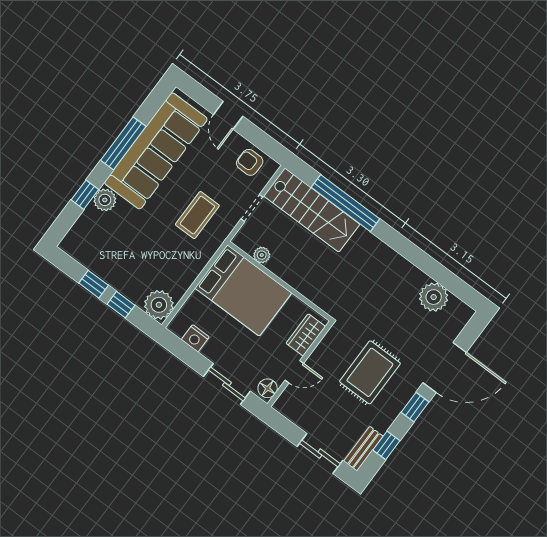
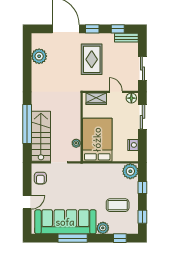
window: (85, 195) -> (120, 238), moved
coffee table: (197, 215) -> (118, 205), moved
window: (94, 284) -> (142, 217), moved
rug: (370, 372) -> (92, 59), turned 90
sliding door: (320, 454) -> (142, 68), moved

